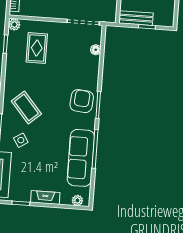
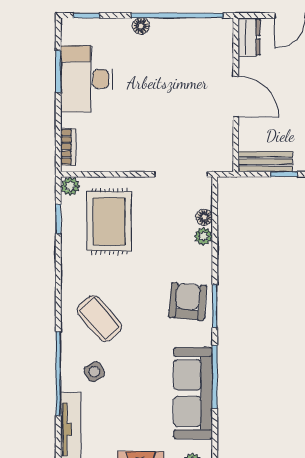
rug: (37, 48) -> (109, 221), width x1.36, depth x1.43
plant: (94, 61) -> (203, 236), added

